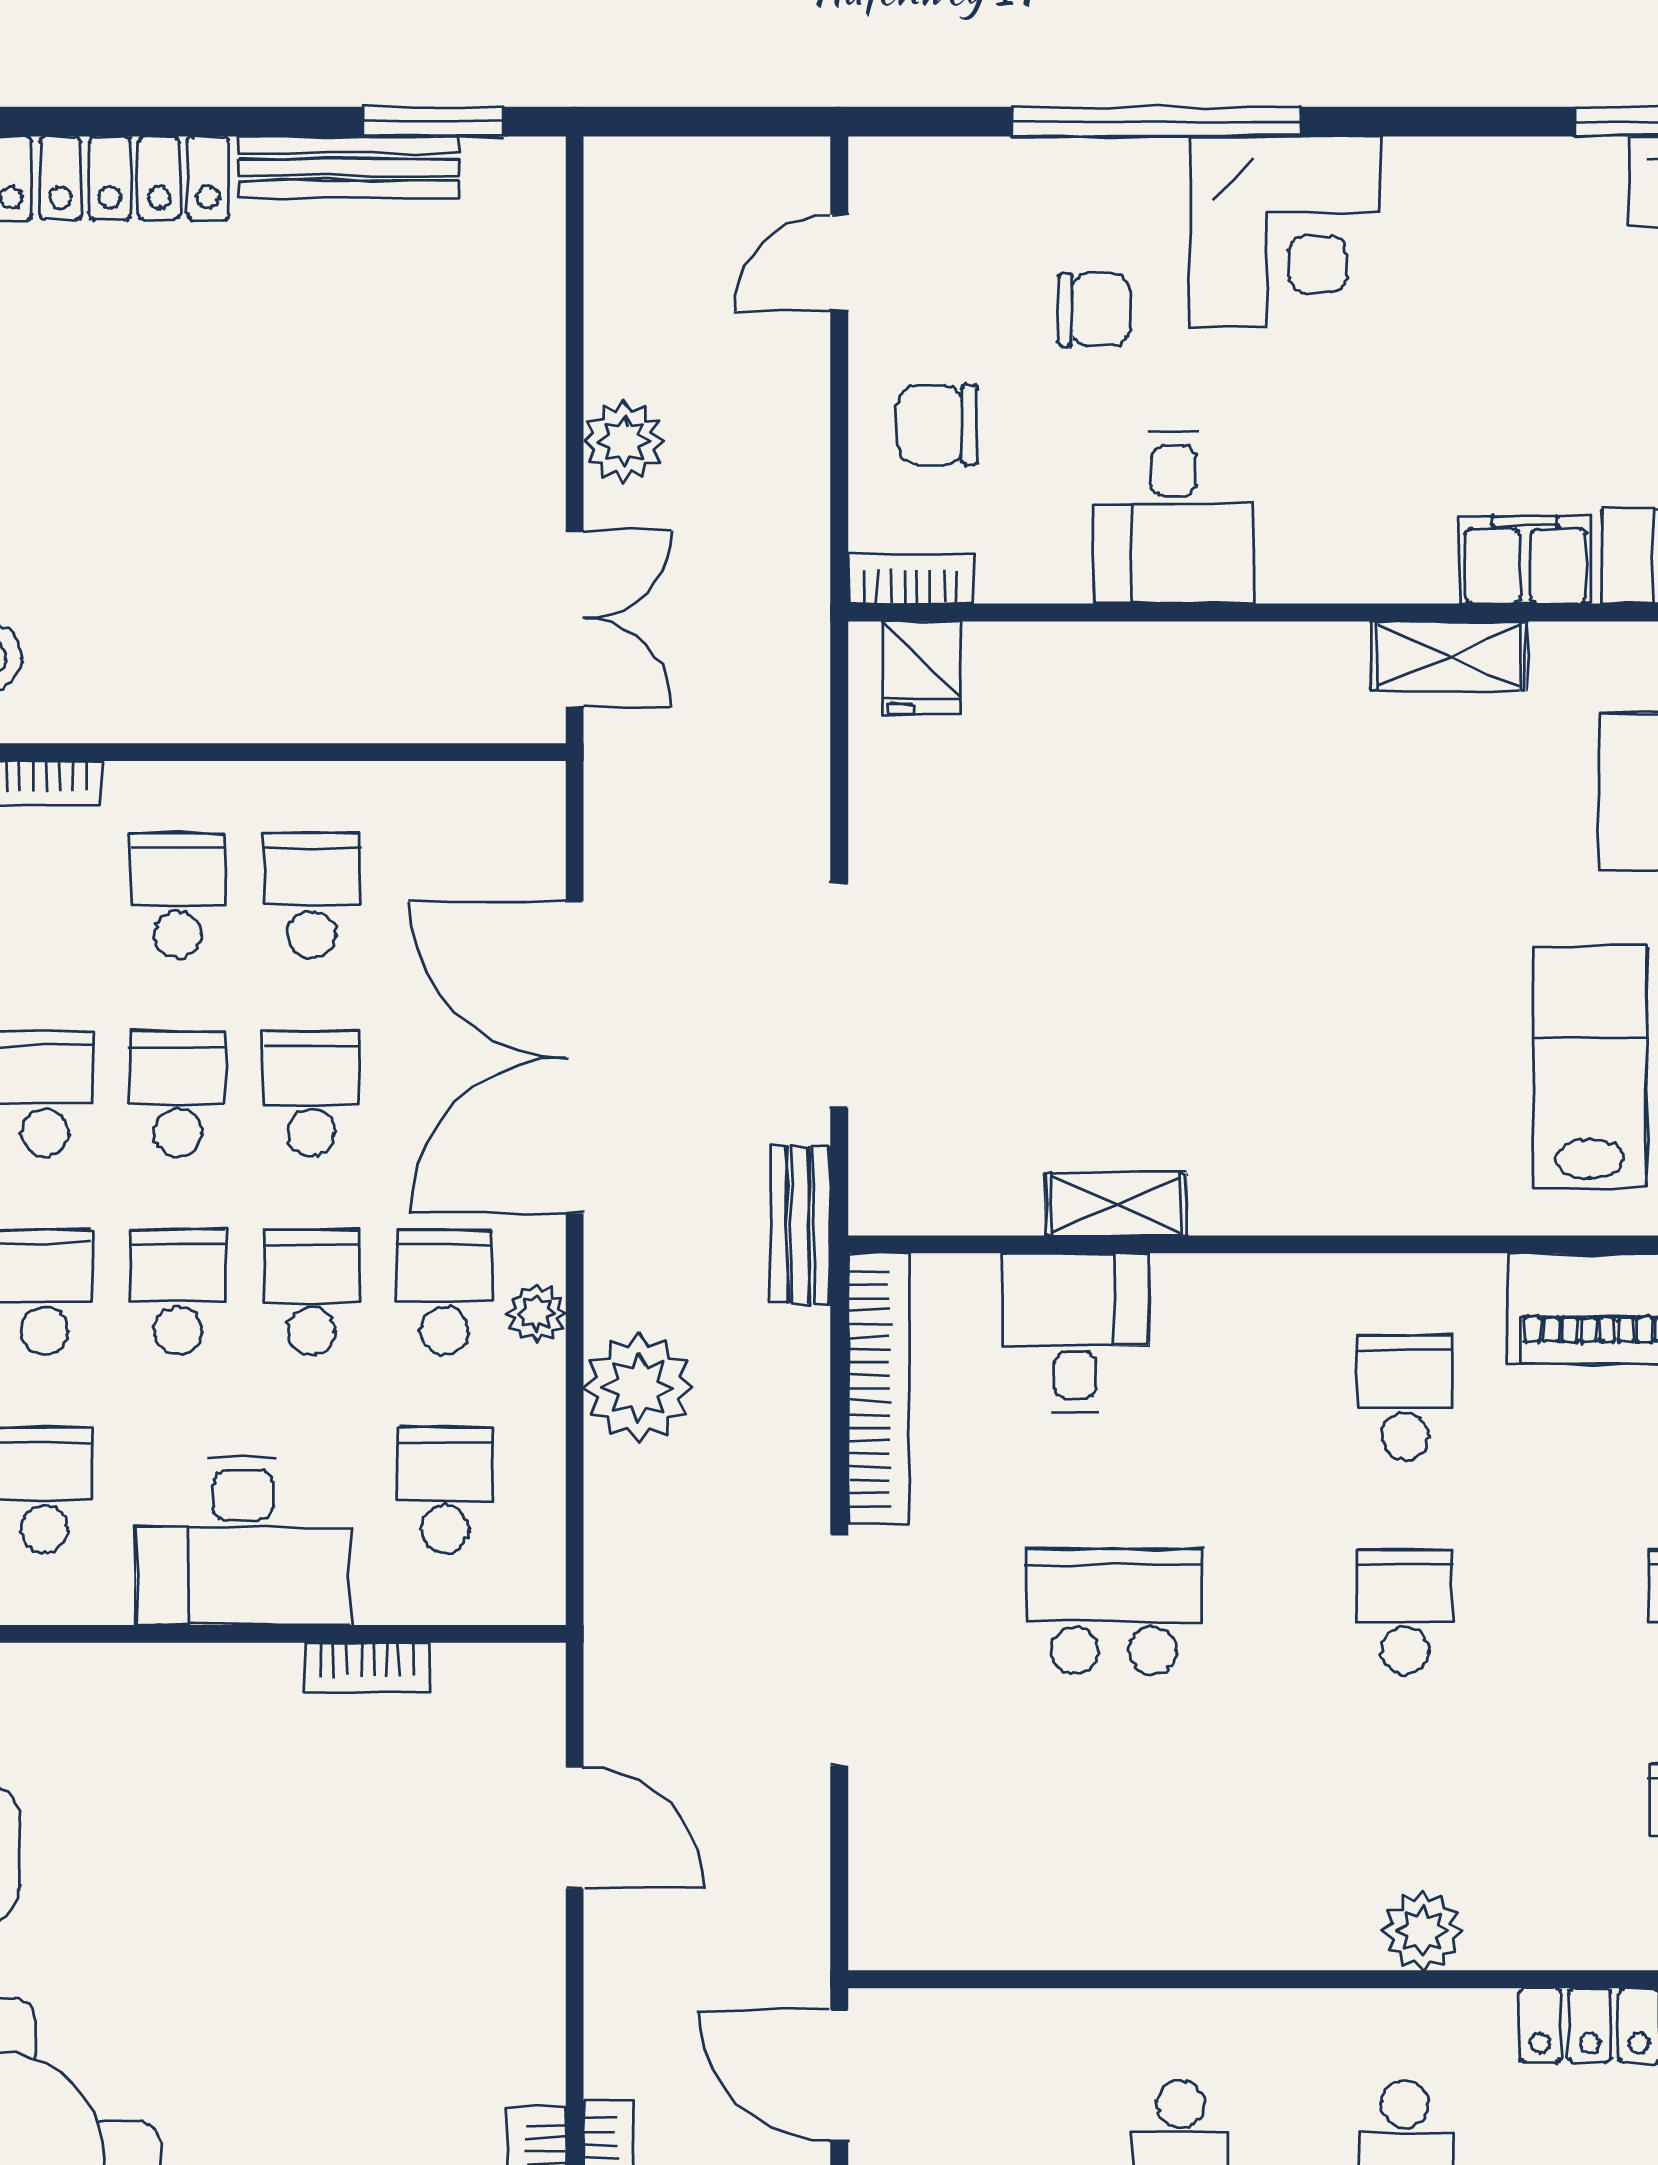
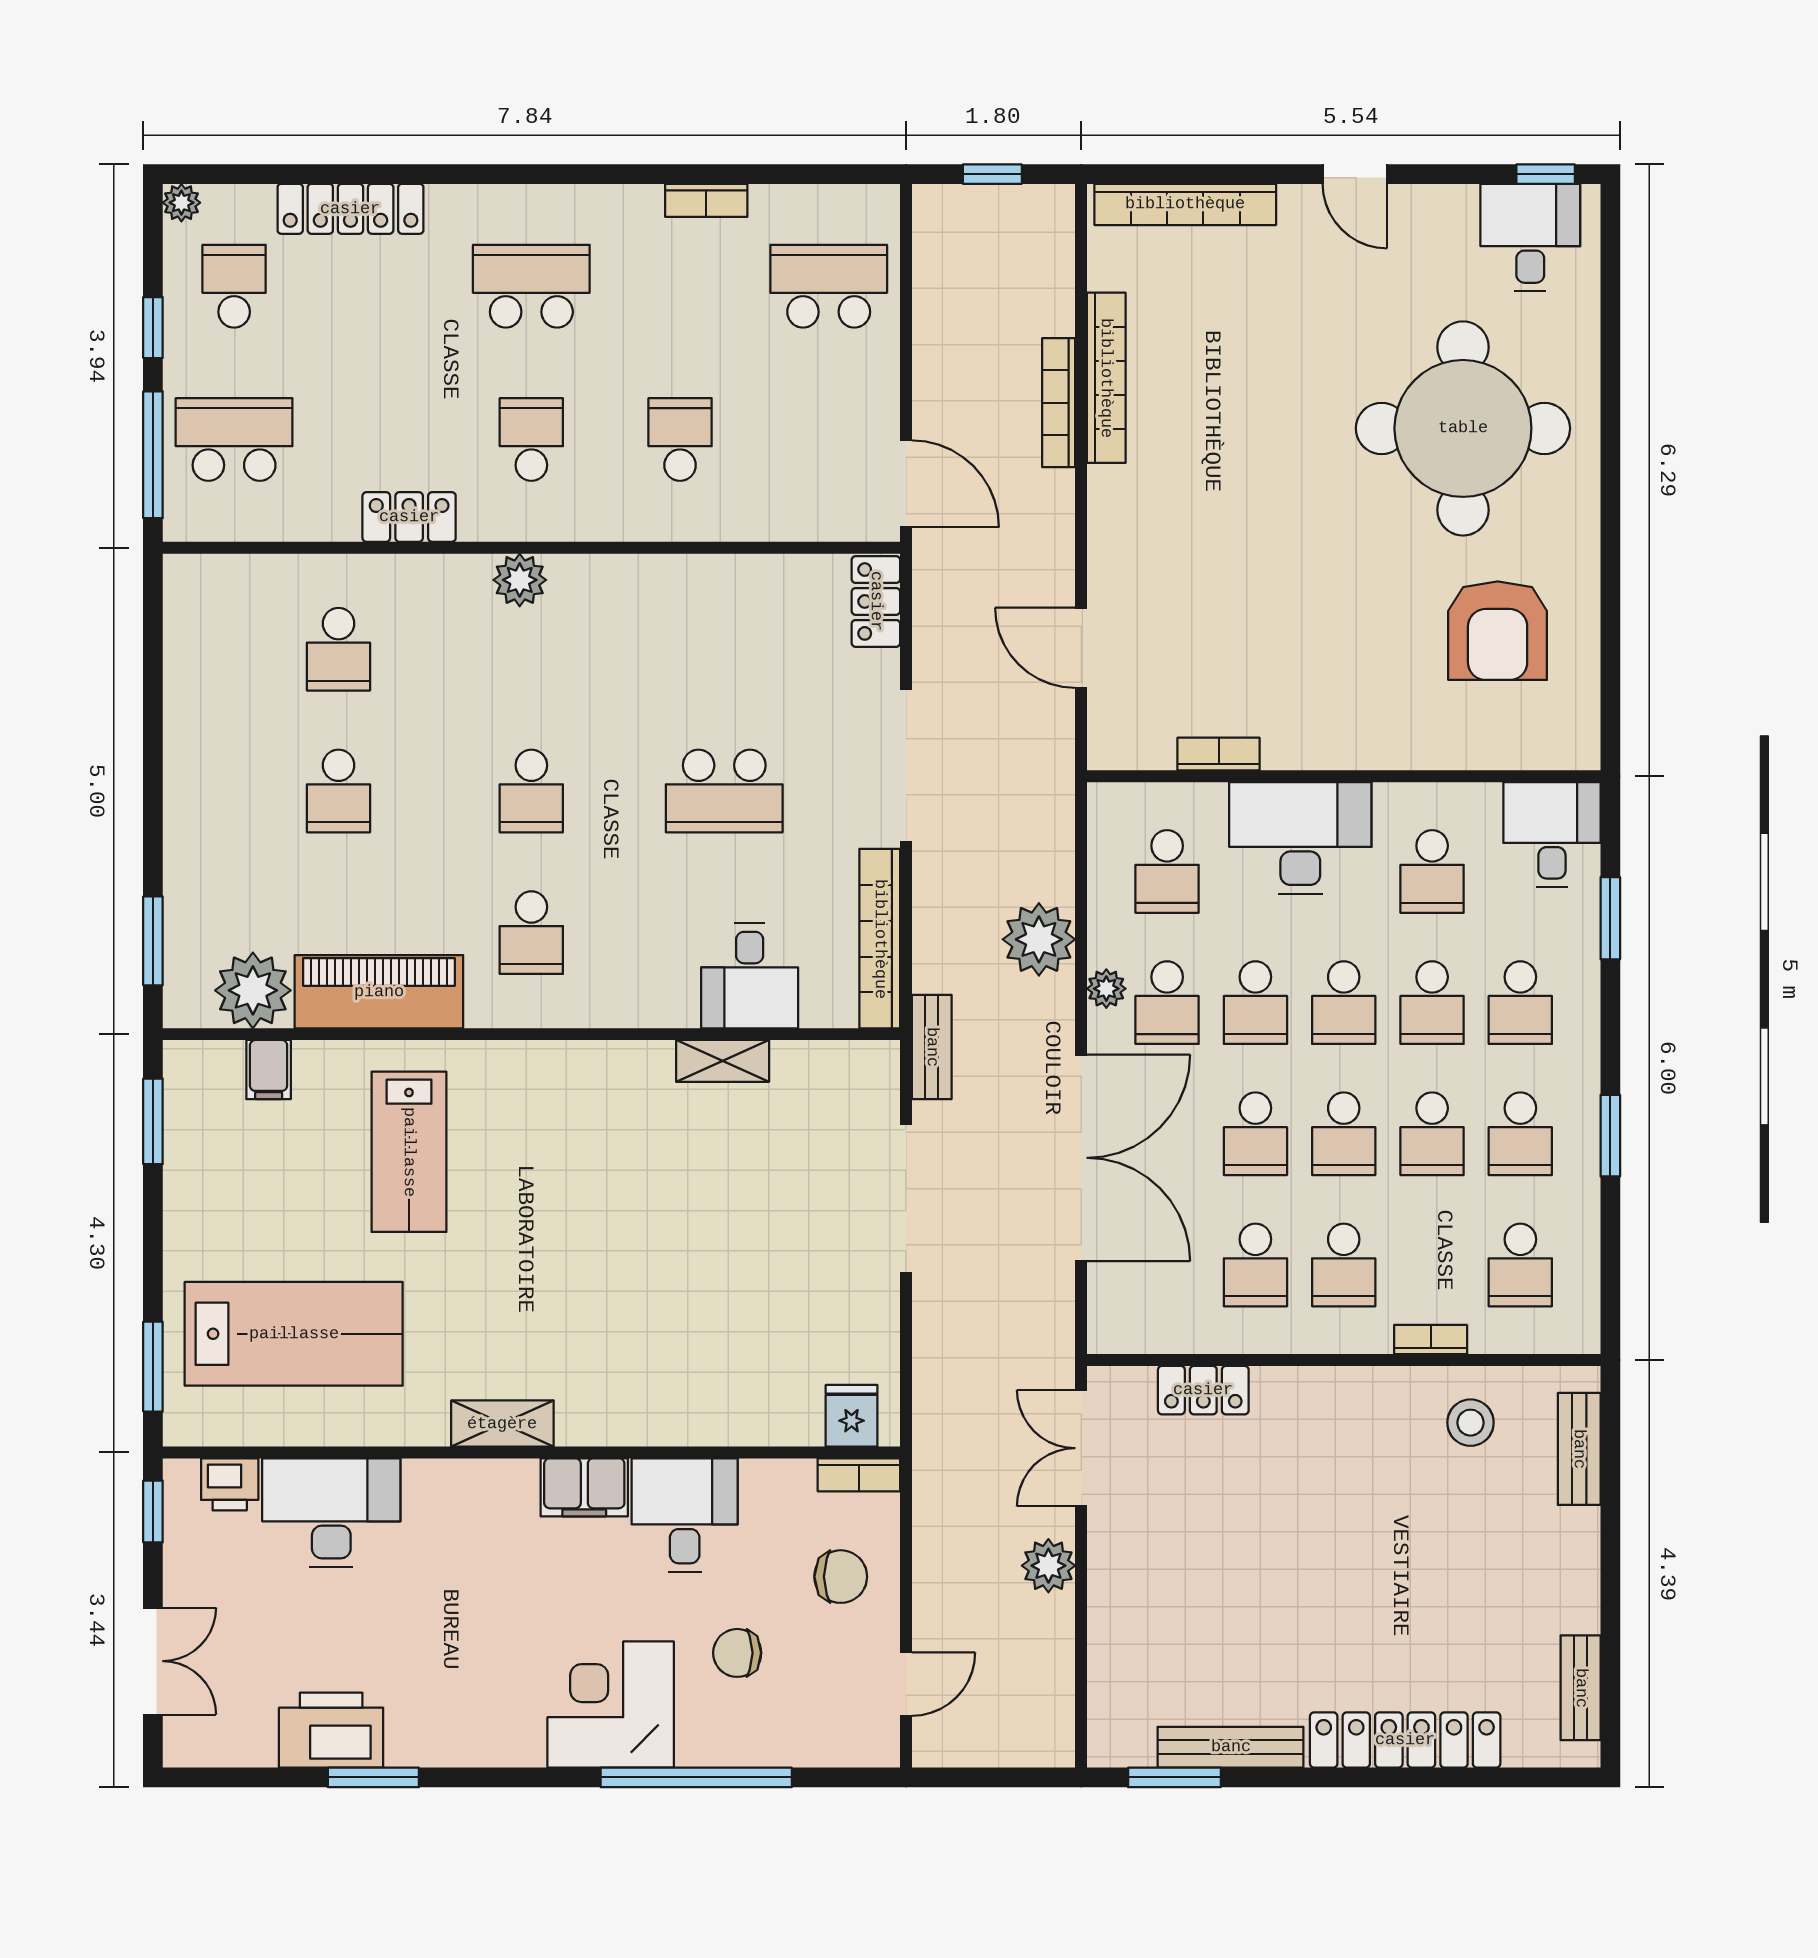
filing cabinet: (1525, 560) -> (584, 1487), moved
locker: (390, 707) -> (1203, 1390), added
locker: (885, 1898) -> (876, 601), added

